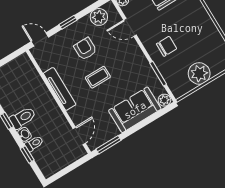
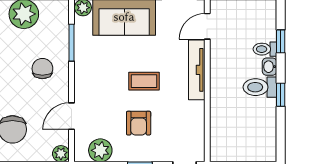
door: (130, 27) -> (72, 116), swing flipped
chair: (167, 46) -> (42, 69), turned 90
tv unit: (60, 89) -> (197, 70), moved

